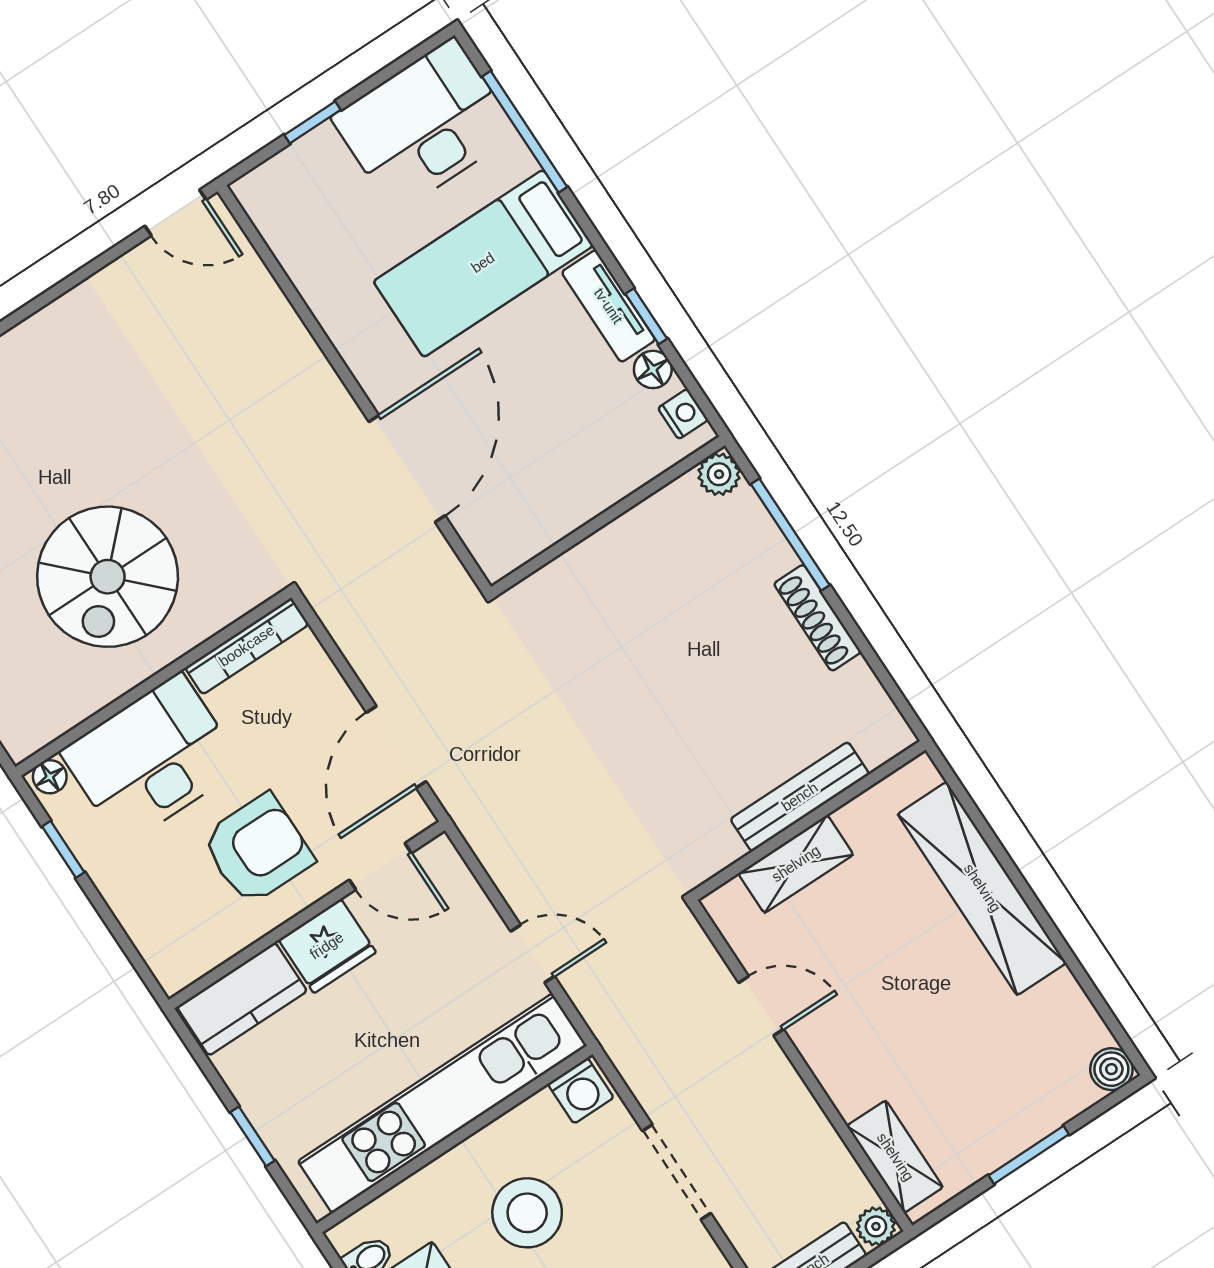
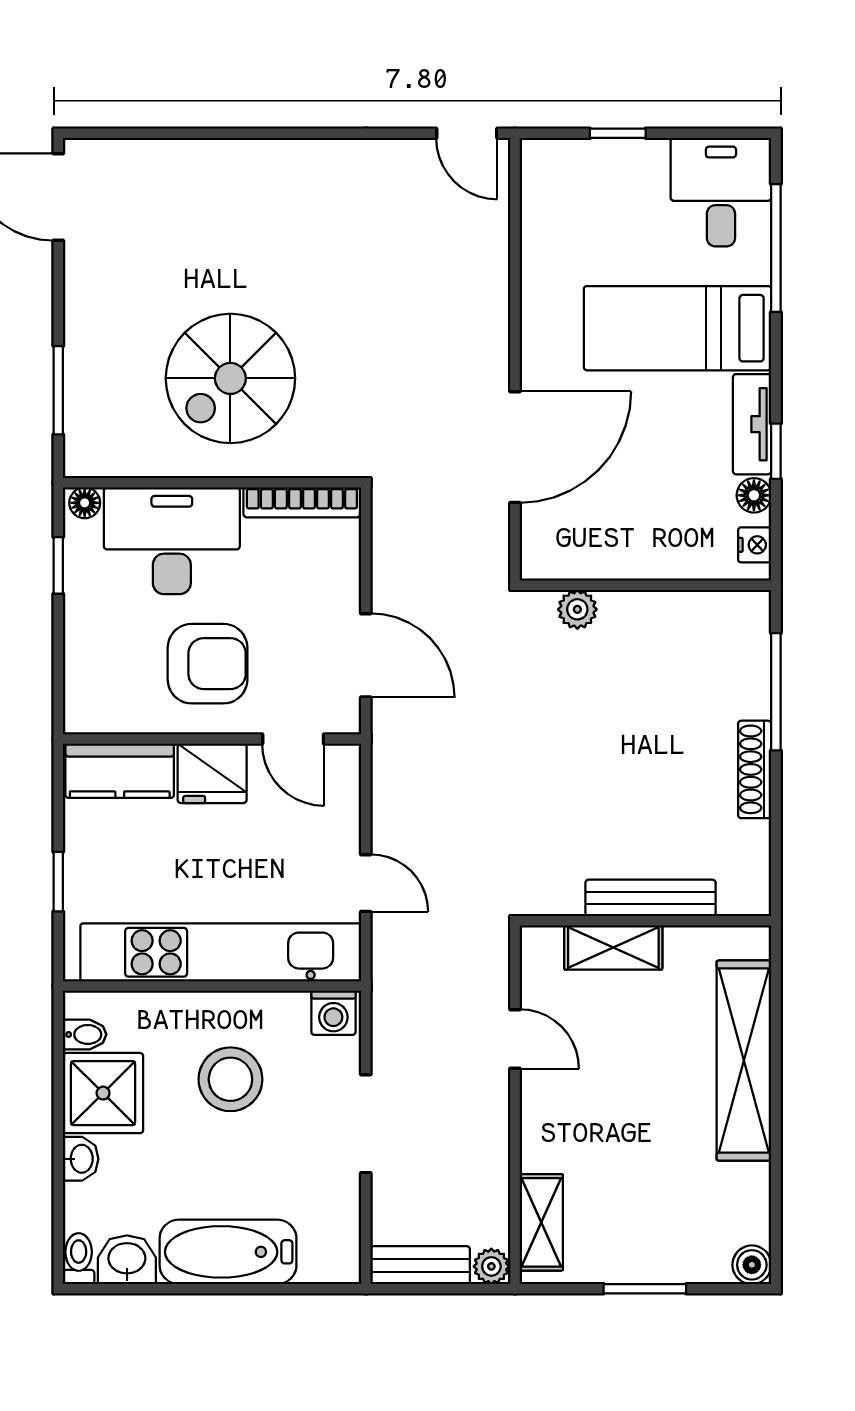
desk: (424, 125) -> (721, 192), width x0.73
plant: (719, 474) -> (577, 609), moved
door: (396, 747) -> (366, 655), swing flipped

